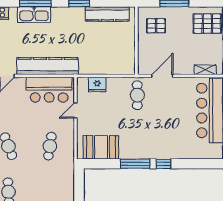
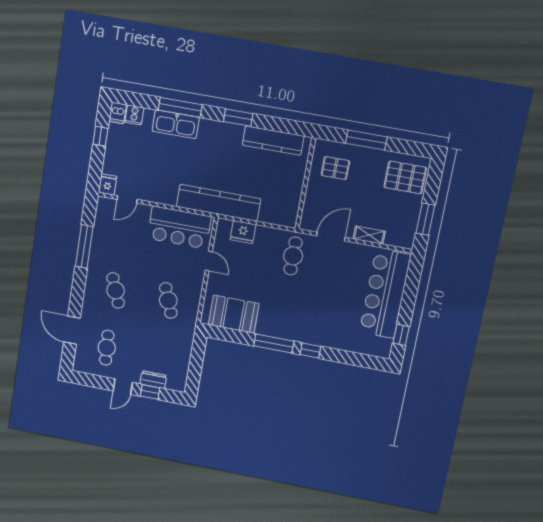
kitchen counter: (48, 66) -> (218, 203), moved
shelving: (205, 70) -> (369, 235), moved
door: (75, 111) -> (209, 261), swing flipped
cafe table: (50, 146) -> (168, 300), turned -30

